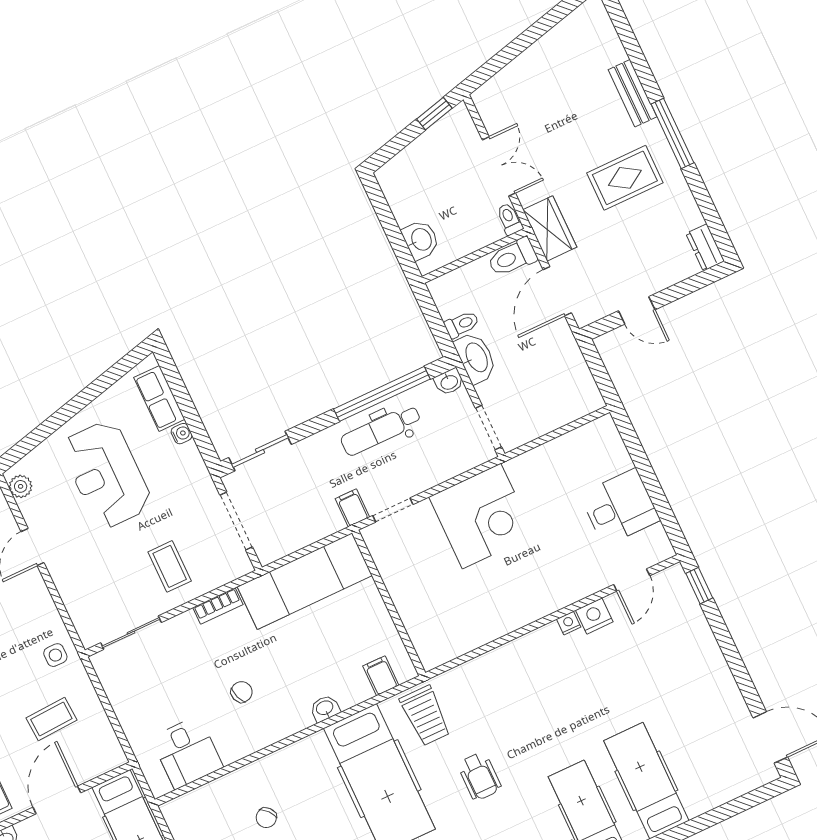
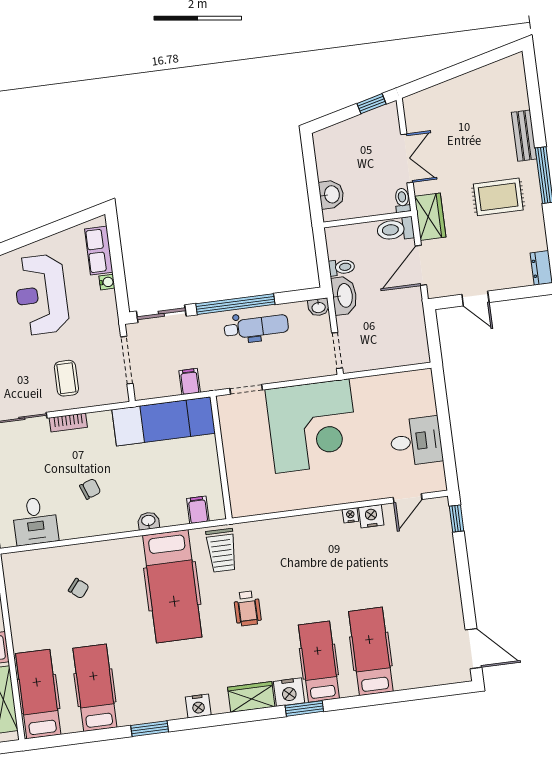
window: (382, 394) -> (235, 304), moved
dental chair: (381, 430) -> (256, 327), turned 180
filing cabinet: (352, 508) -> (190, 382), moved
corner desk: (482, 516) -> (312, 426), width x1.36, depth x1.36
bookcase: (218, 606) -> (68, 422), moved
chair: (266, 818) -> (79, 588), turned -100

